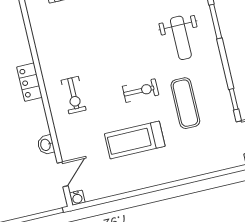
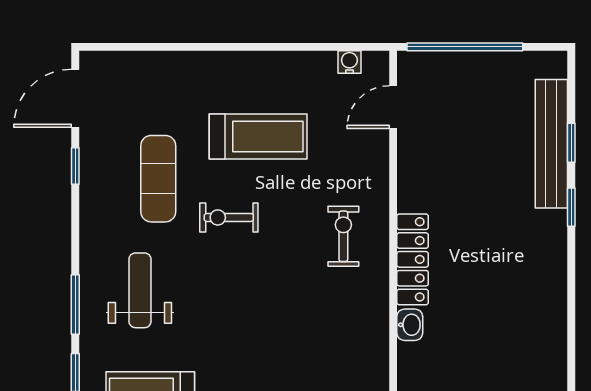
locker: (30, 82) -> (413, 259), width x1.53
washbasin: (46, 145) -> (410, 325), moved
water cooler: (77, 198) -> (349, 62), moved

